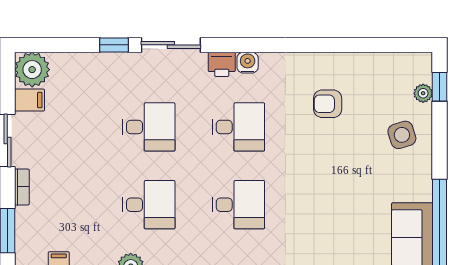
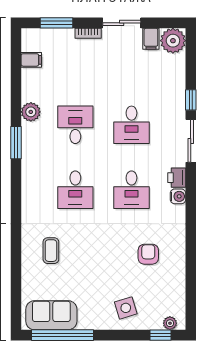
plant: (423, 93) -> (170, 323), moved
desk: (149, 205) -> (75, 125), turned 180
coffee table: (323, 238) -> (51, 251), added

